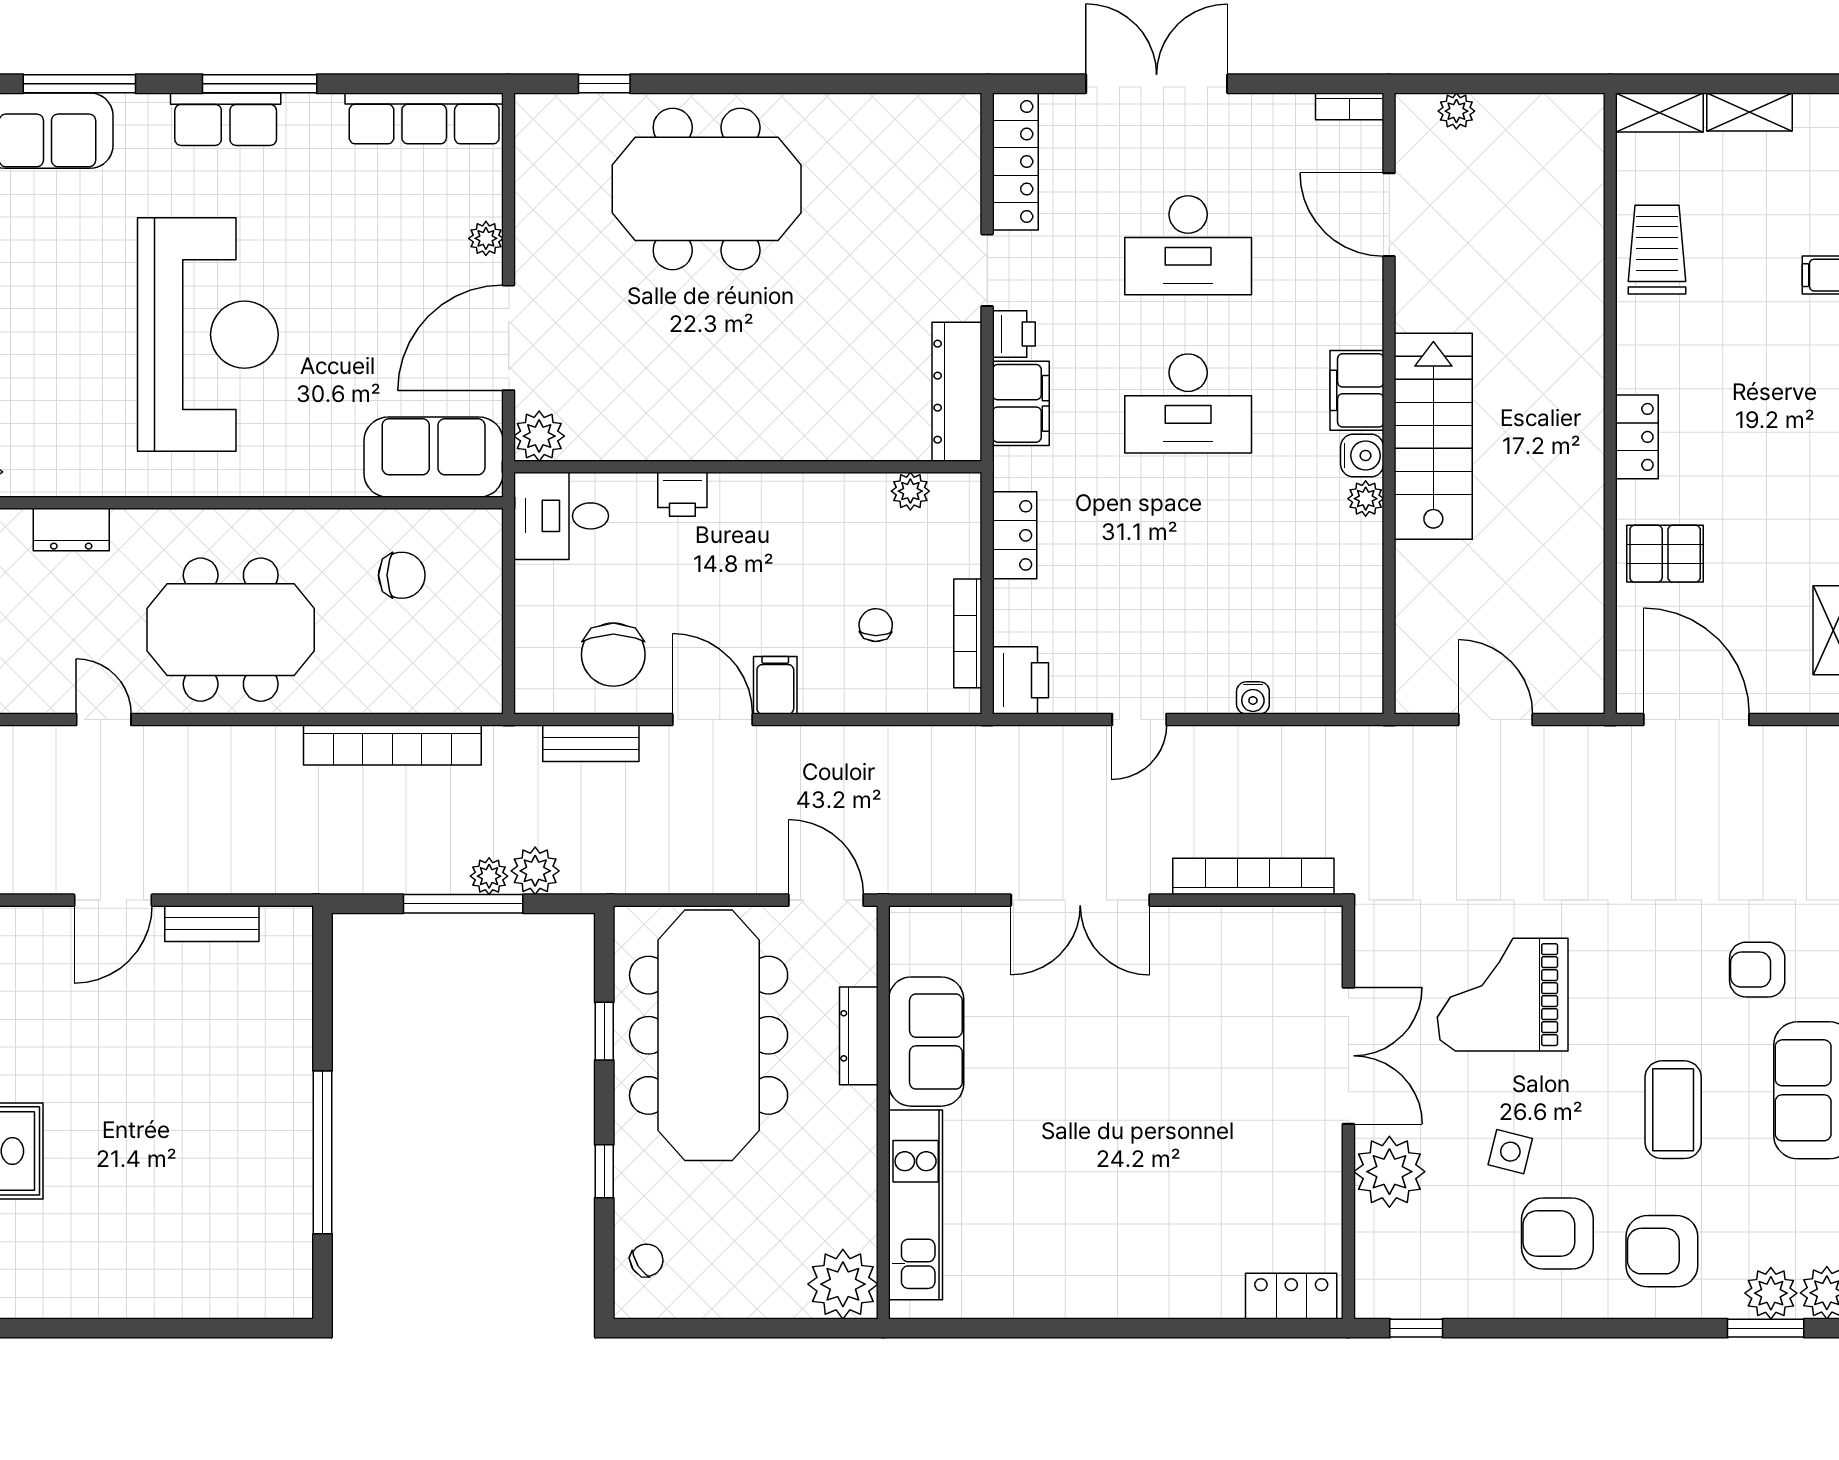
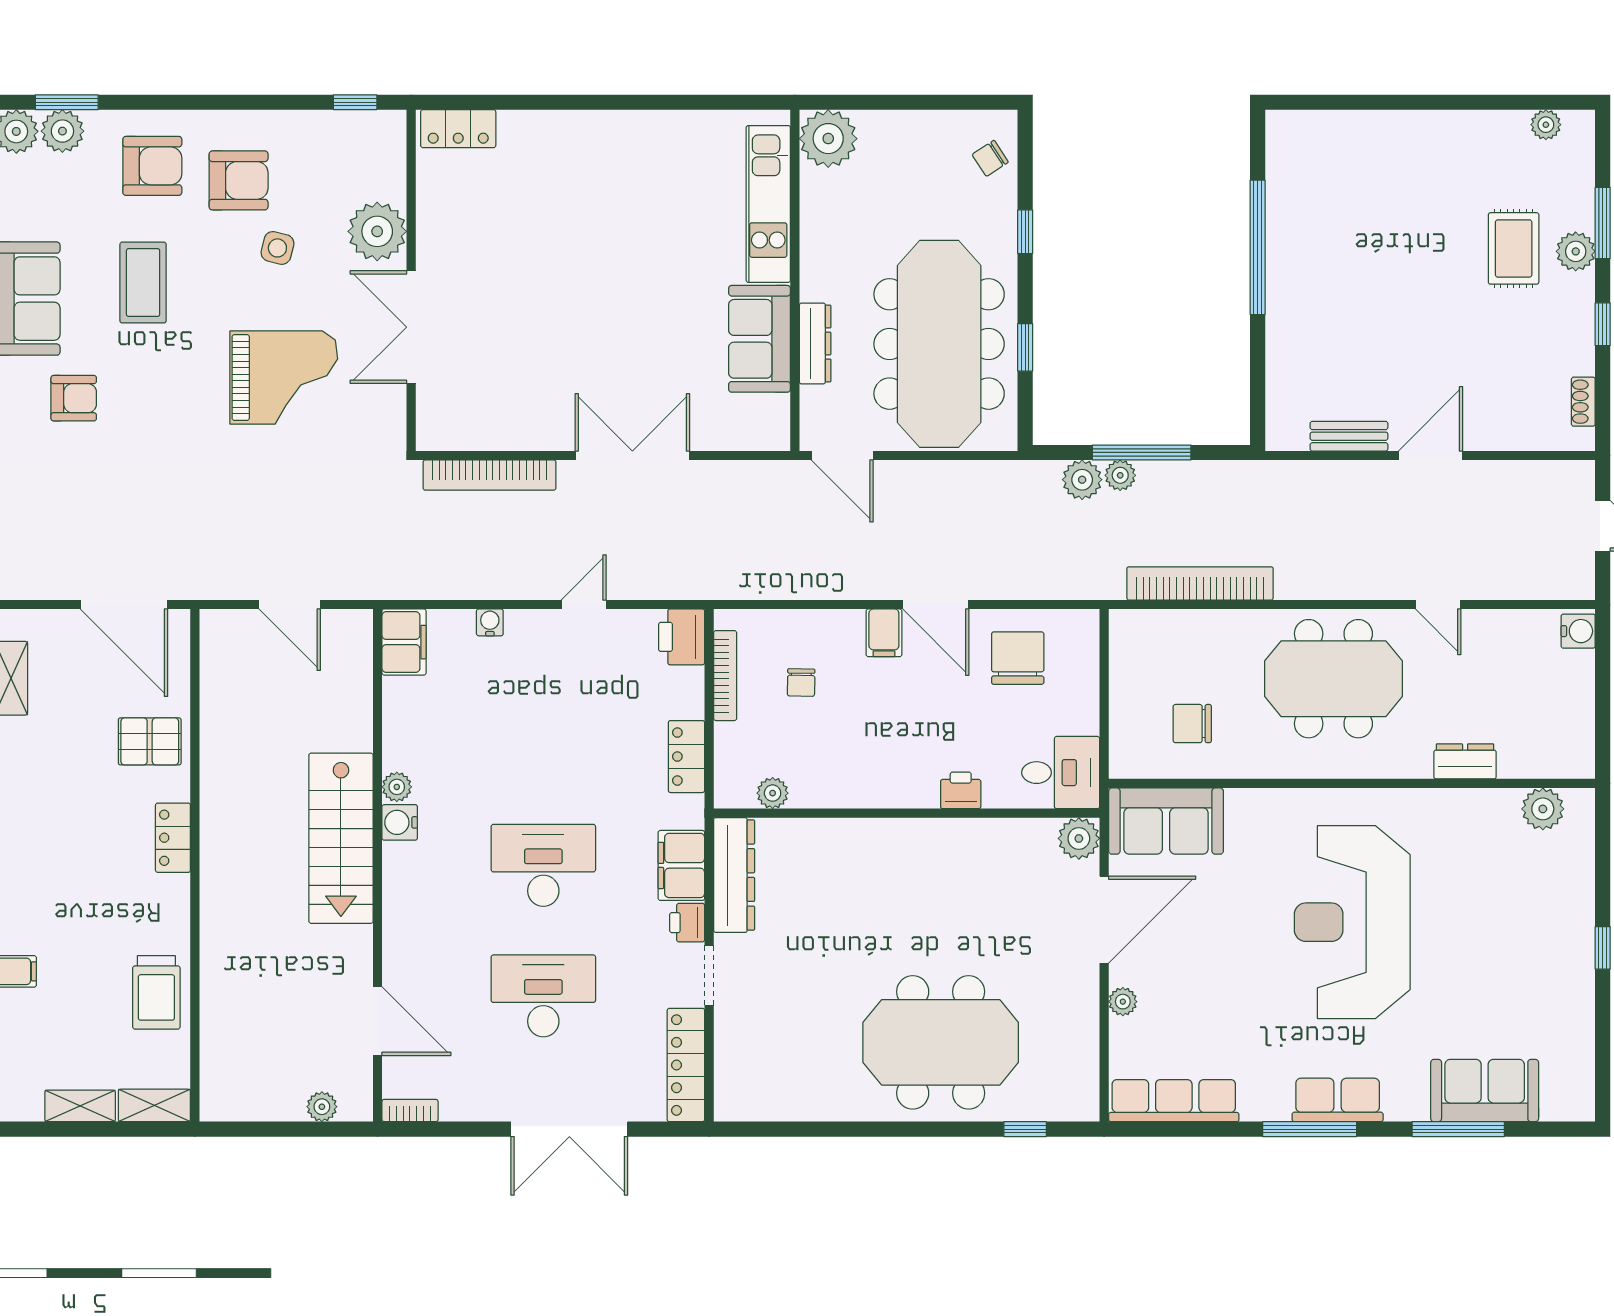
filing cabinet: (1357, 390) -> (404, 642), moved
bench: (591, 743) -> (1036, 585), removed

